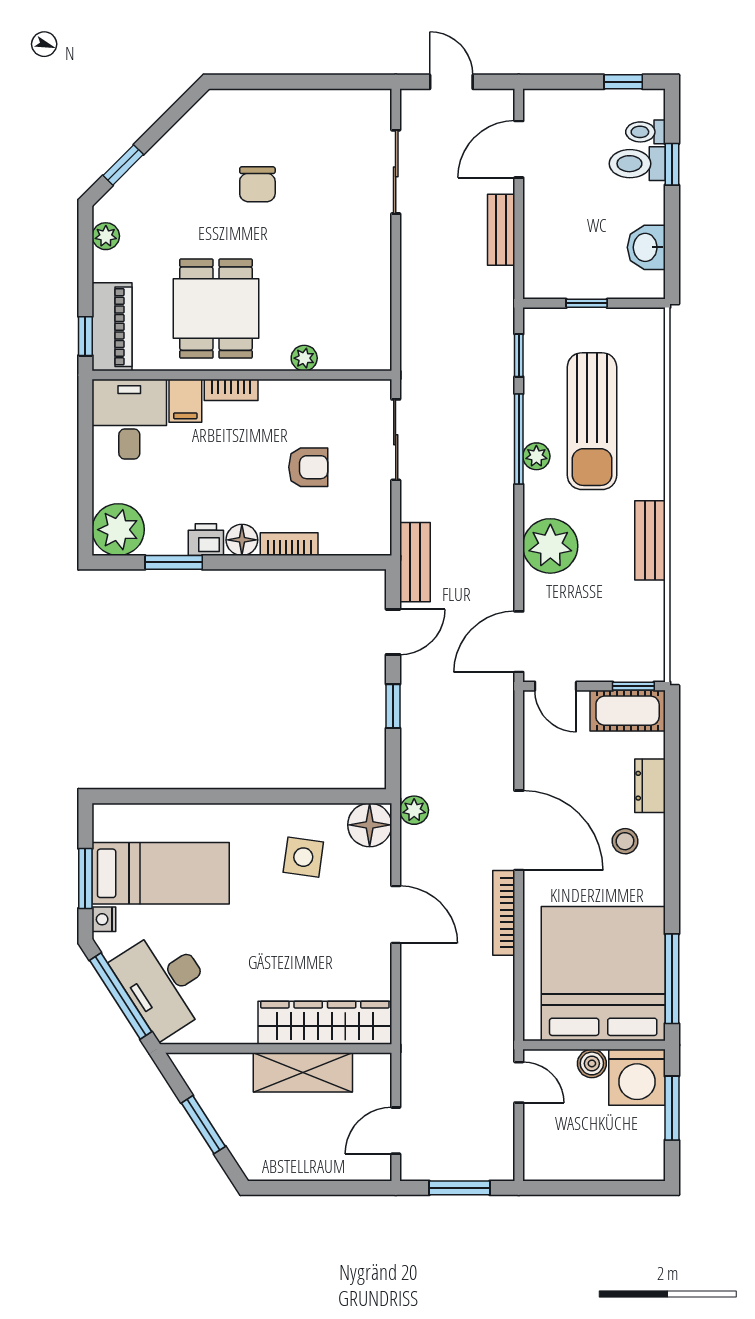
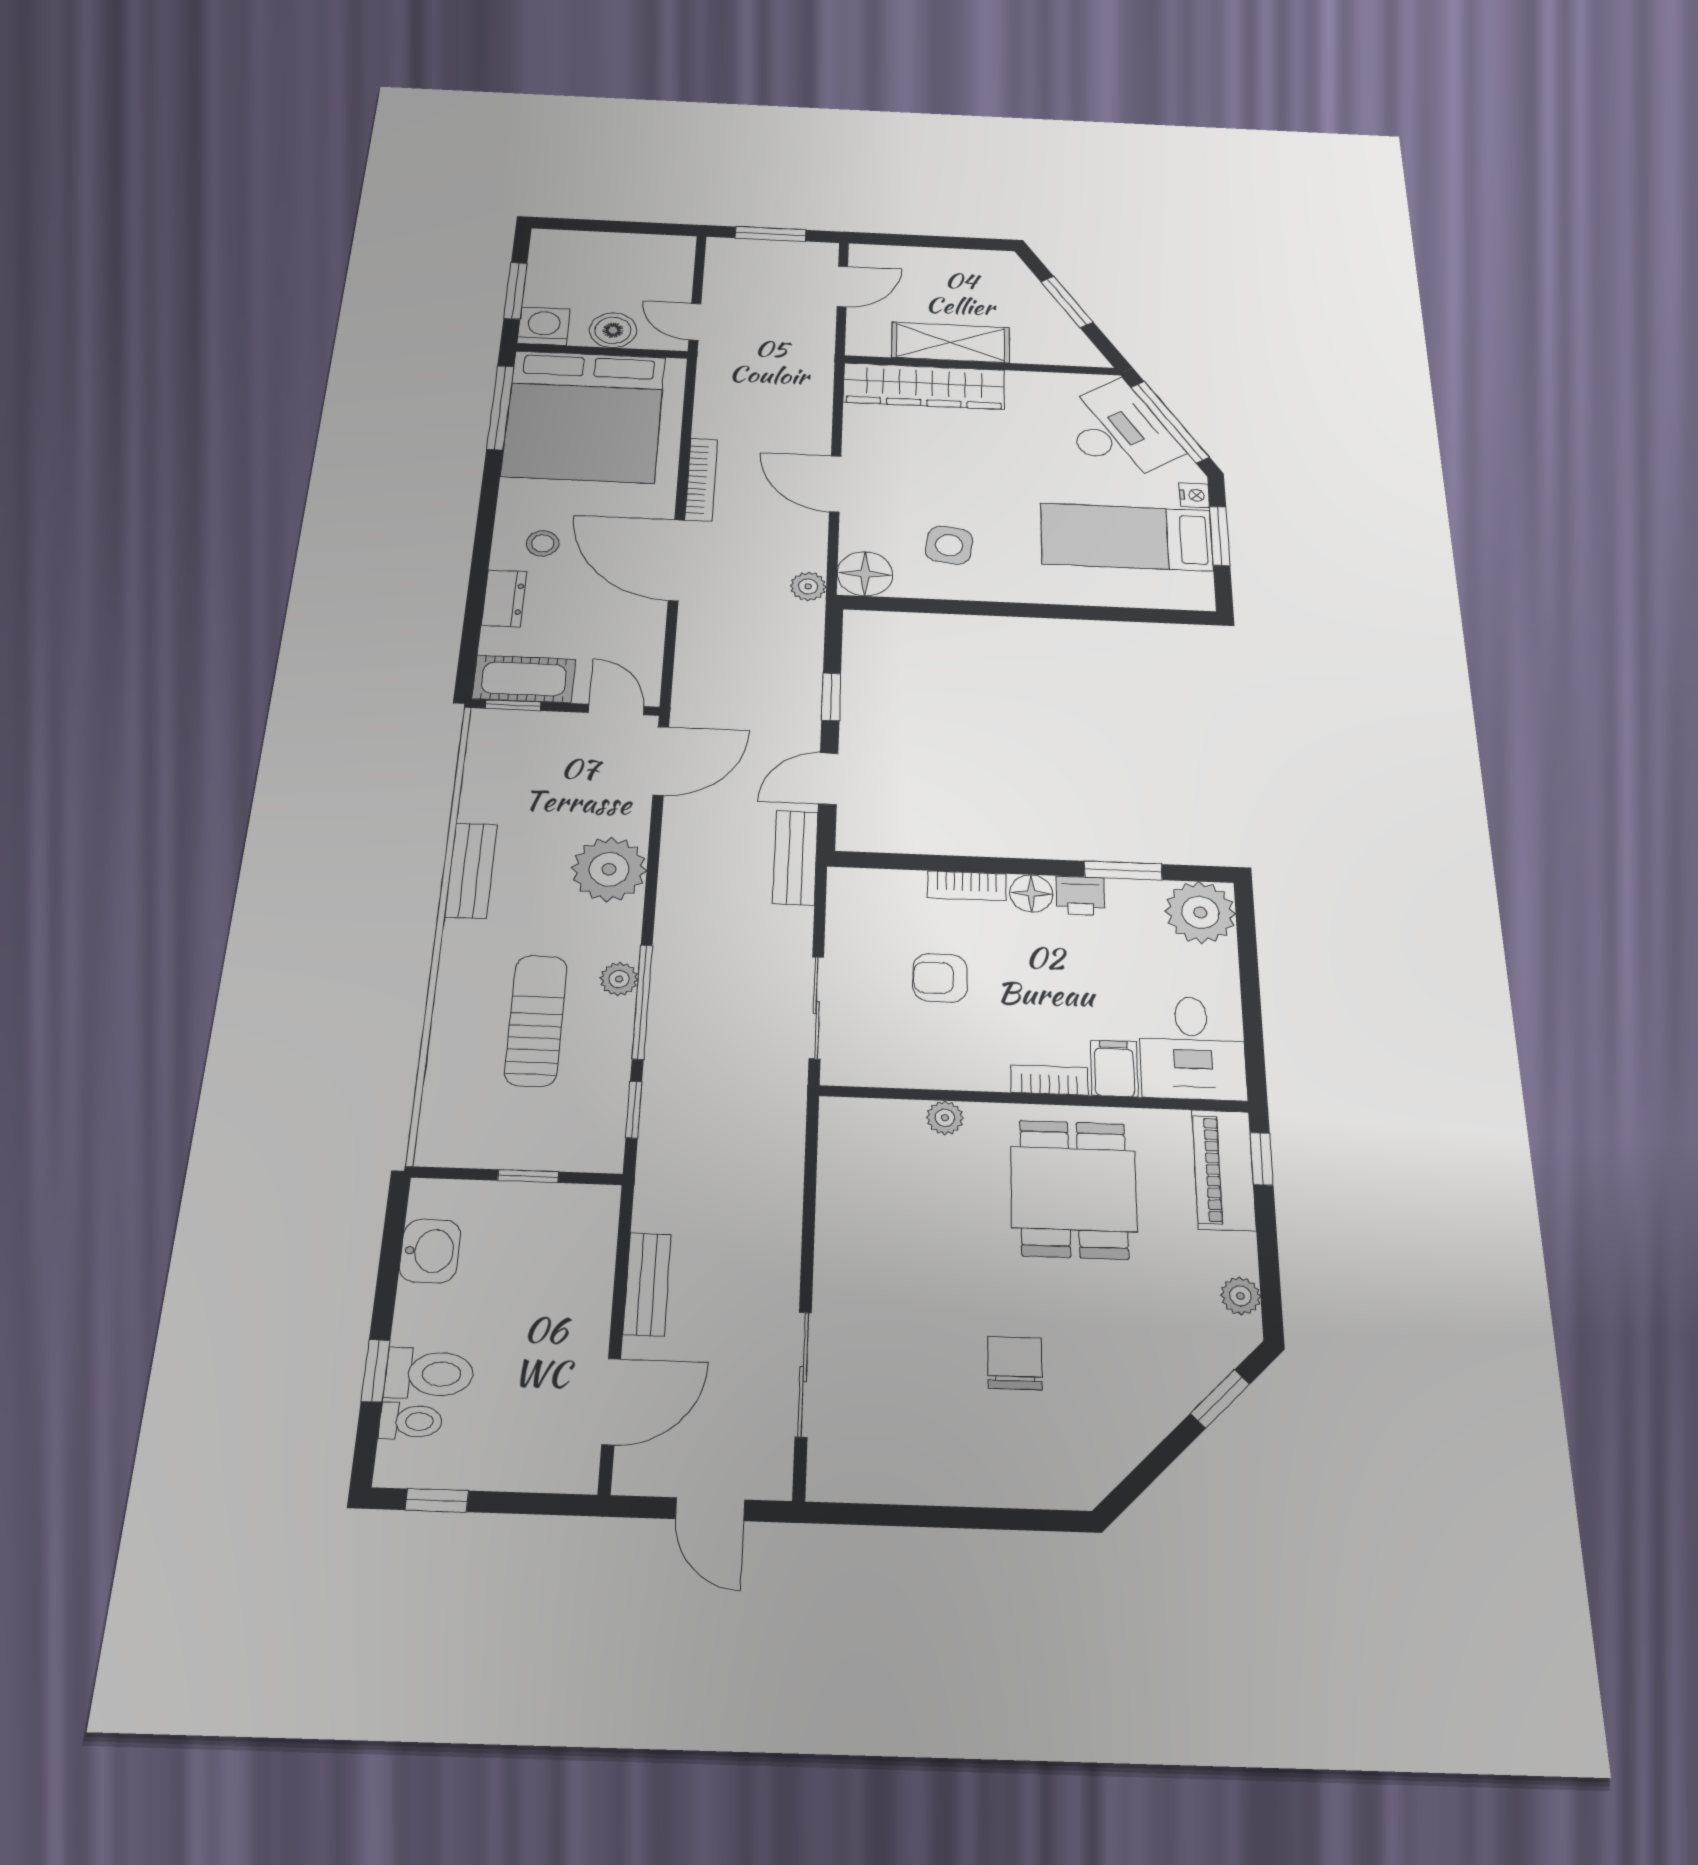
sun lounger: (592, 421) -> (536, 1020), width x0.73, depth x0.75
boiler: (592, 1063) -> (613, 330), width x1.36, depth x1.36
washing machine: (637, 1077) -> (544, 326), width x0.73, depth x0.73

